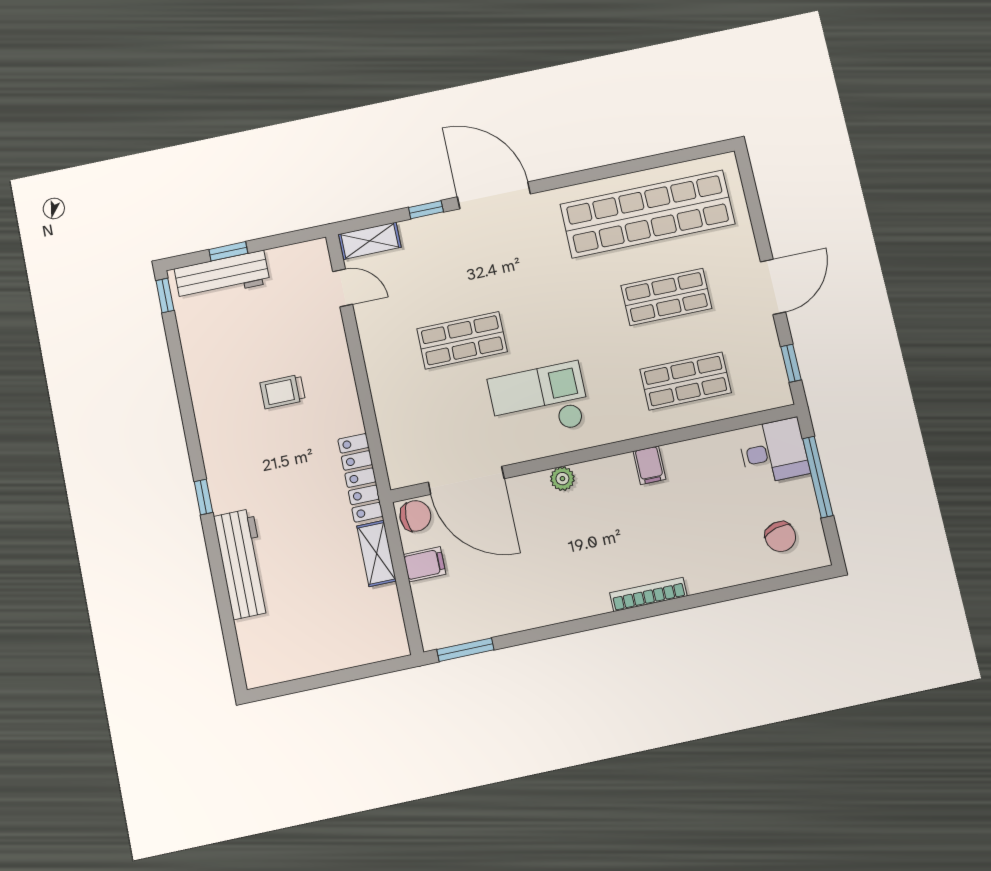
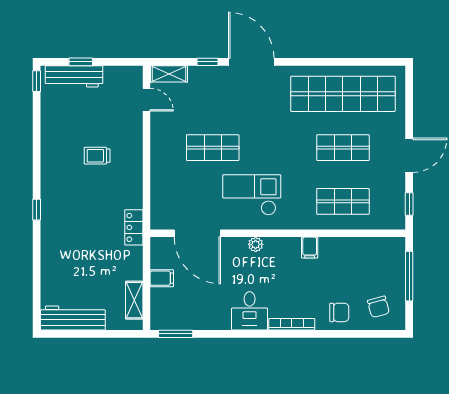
desk: (774, 452) -> (250, 311), moved, turned 90
locker: (360, 478) -> (134, 227), width x0.66
chair: (415, 516) -> (339, 312), moved
shelving: (377, 553) -> (134, 300), moved
workbench: (243, 564) -> (73, 318), moved, turned -90

